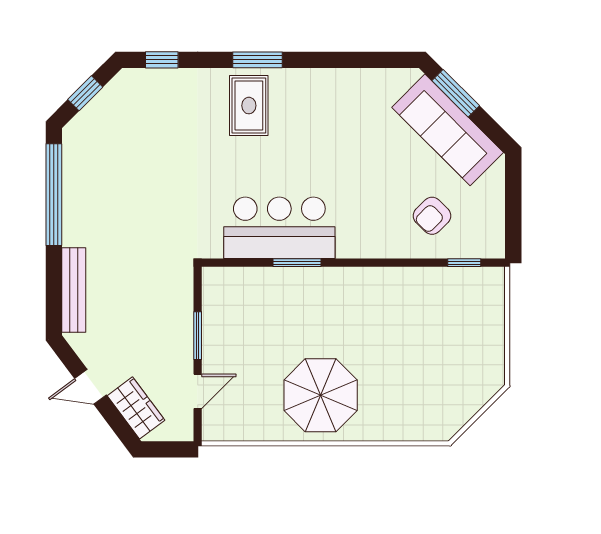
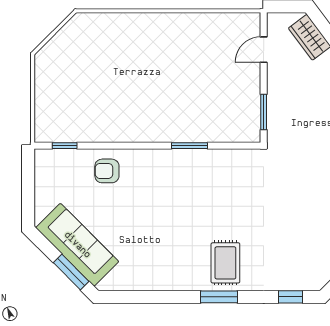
armchair: (432, 216) -> (107, 171), moved, turned -135
bar counter: (279, 228) -> (203, 172), removed
window: (198, 336) -> (264, 112), moved
parasol: (321, 395) -> (172, 47), removed

